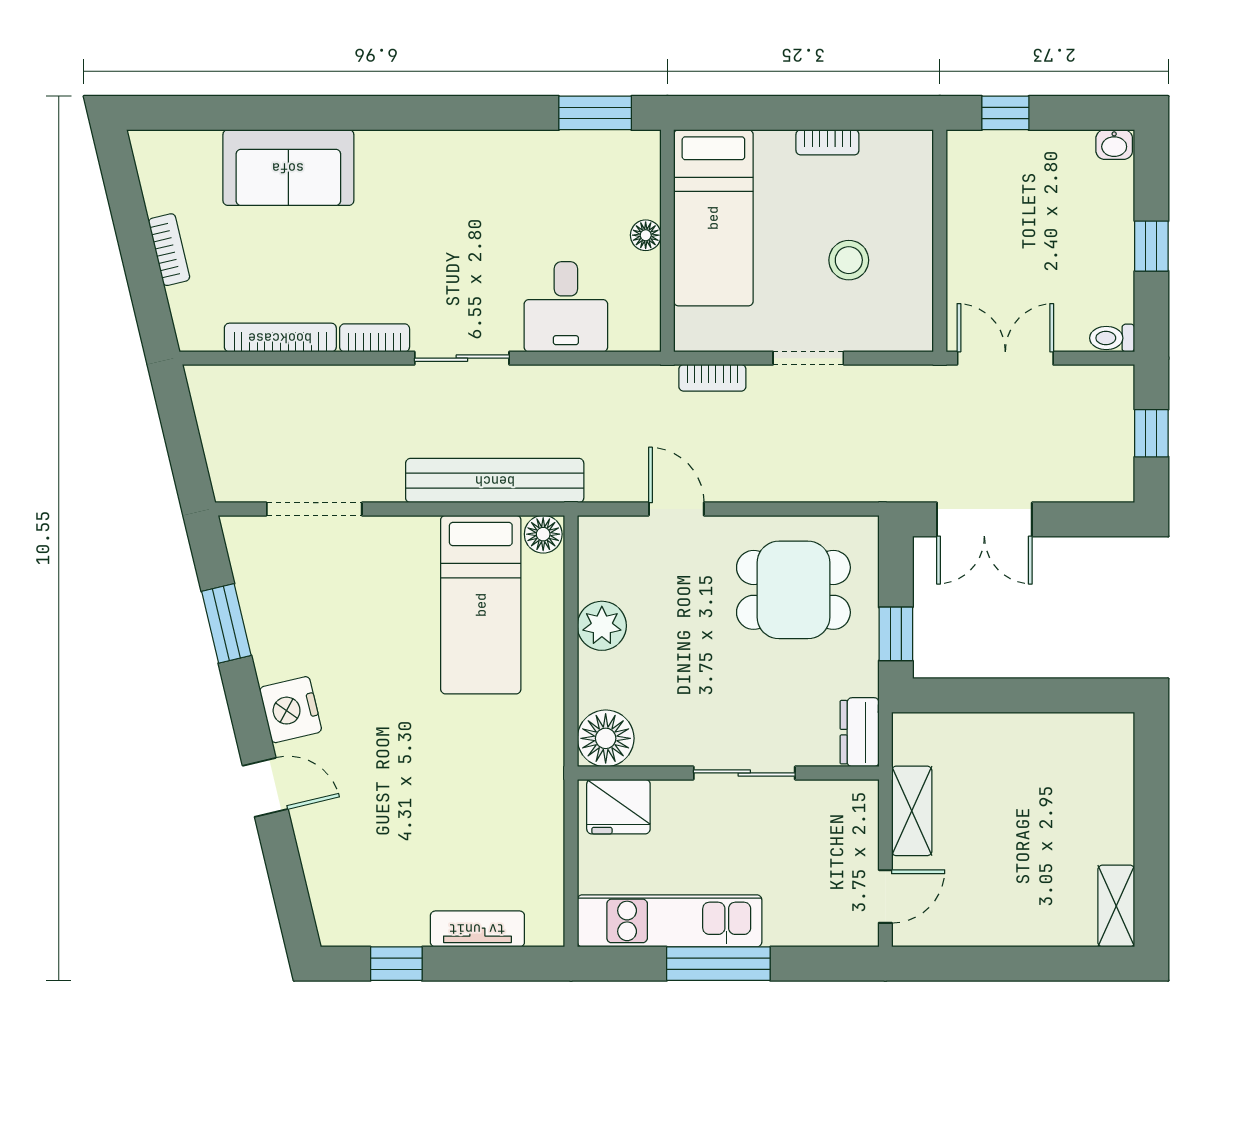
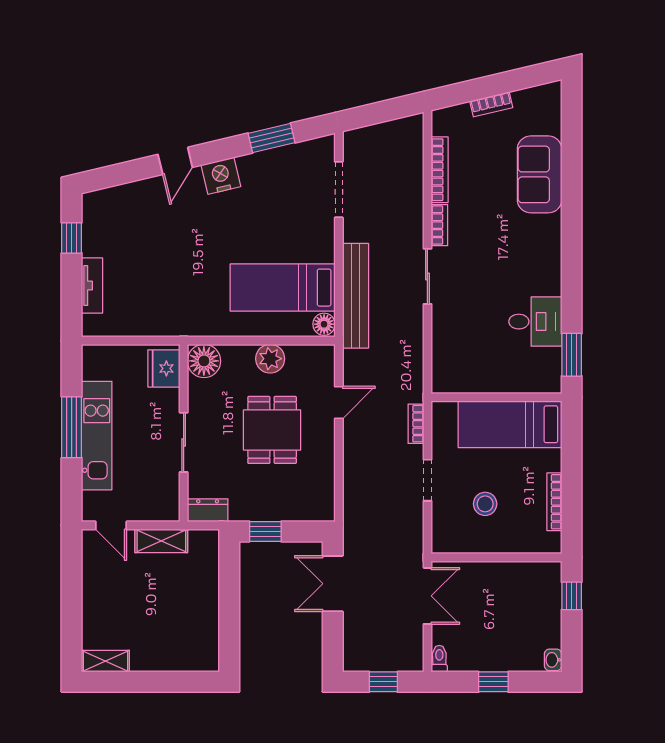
bookcase: (827, 142) -> (554, 502), width x1.56
floor lamp: (646, 235) -> (500, 384), removed
desk: (566, 307) -> (535, 322), moved, turned 180
dining table: (793, 590) -> (272, 430), moved
kitchen unit: (670, 921) -> (97, 436), moved

